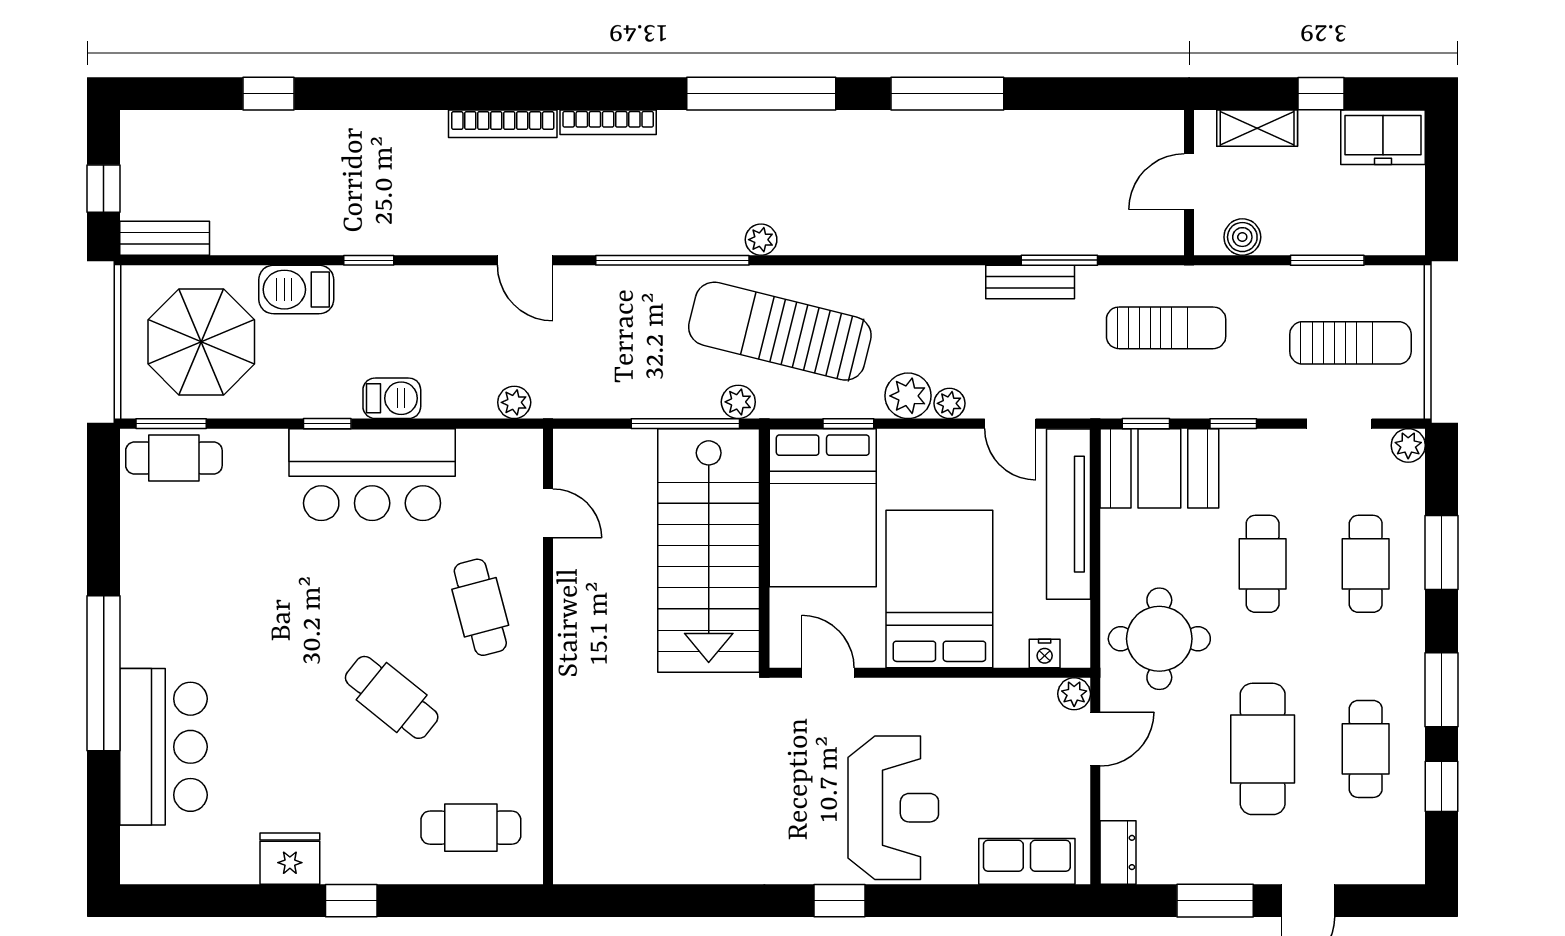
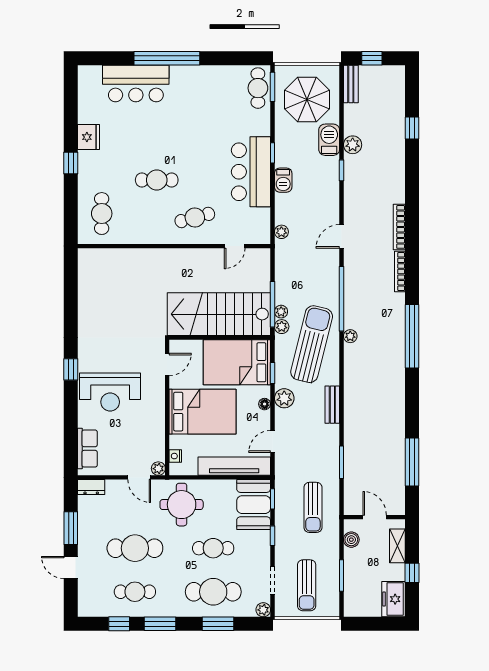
window: (947, 94) -> (412, 462), moved
plant: (308, 234) -> (353, 145), added
bench: (1030, 282) -> (332, 405), moved
plant: (949, 403) -> (281, 312), moved
floor lamp: (922, 442) -> (265, 404), added
cafe table: (1366, 564) -> (213, 592), width x1.37, depth x1.35
cafe table: (392, 697) -> (157, 180), turned 51

